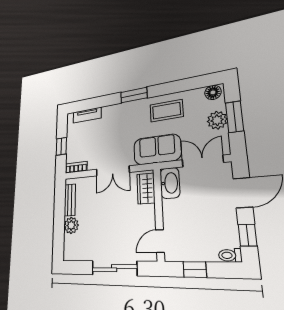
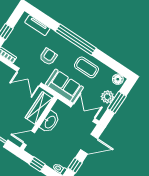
window: (134, 95) -> (76, 40), width x2.11
armchair: (118, 134) -> (48, 57), added
washbasin: (170, 183) -> (50, 122), moved
wardrobe: (146, 188) -> (39, 108), width x1.50

